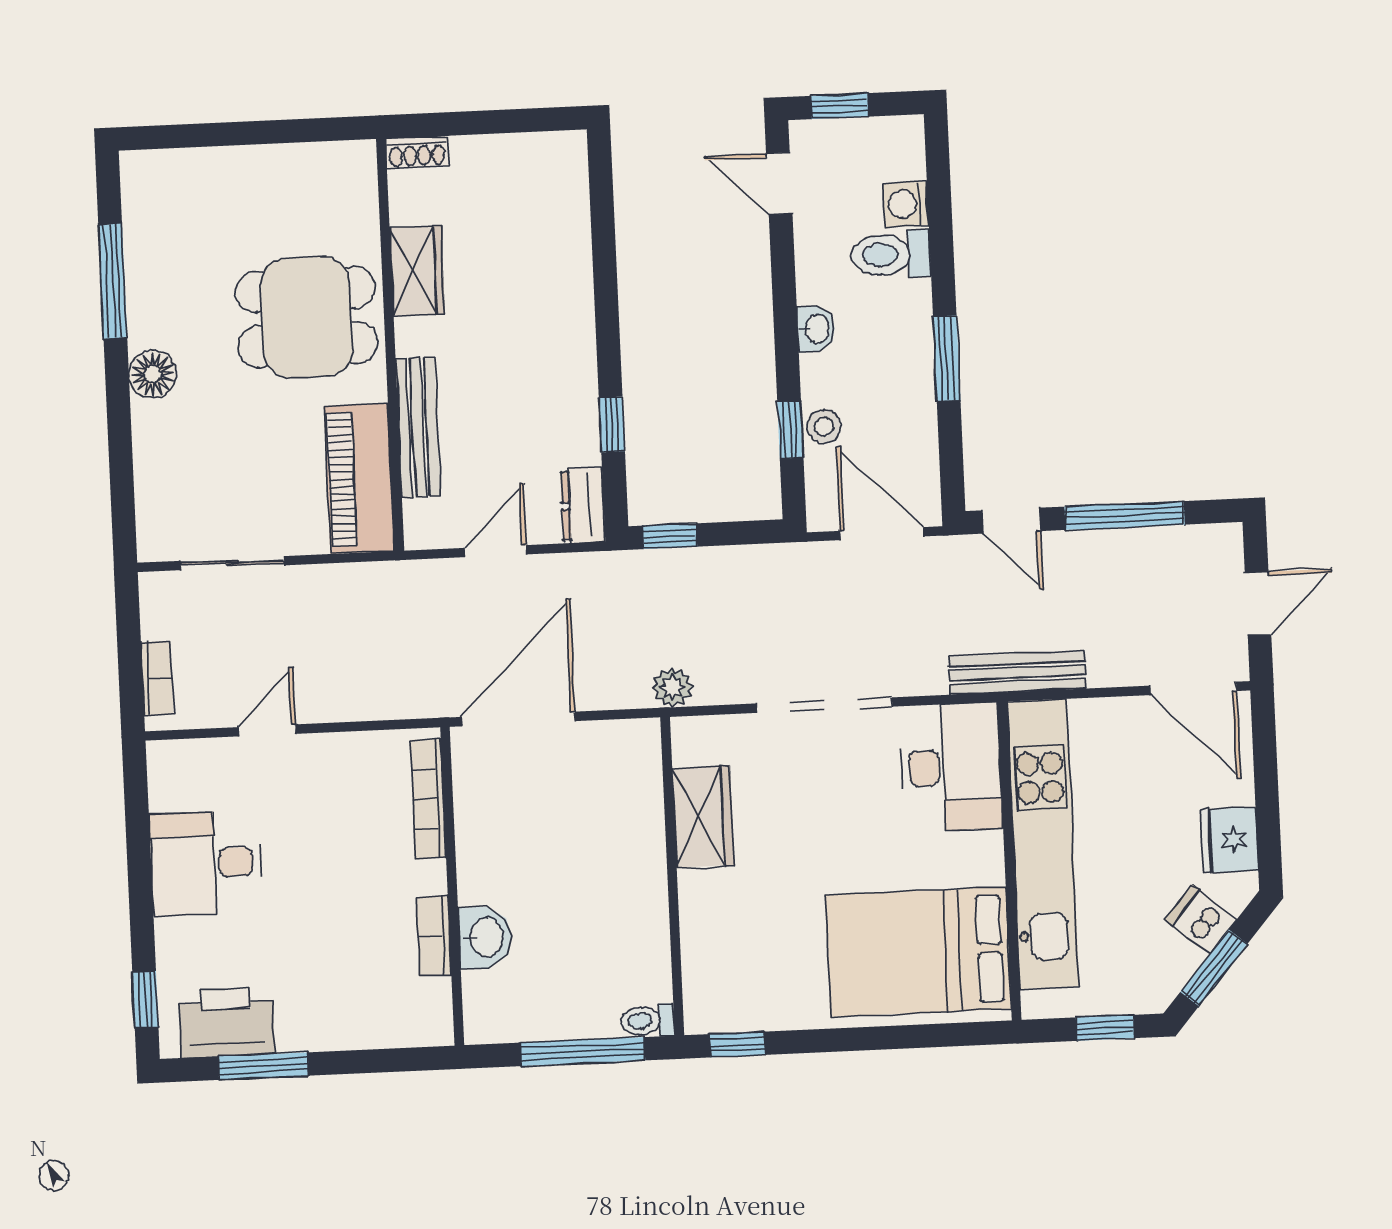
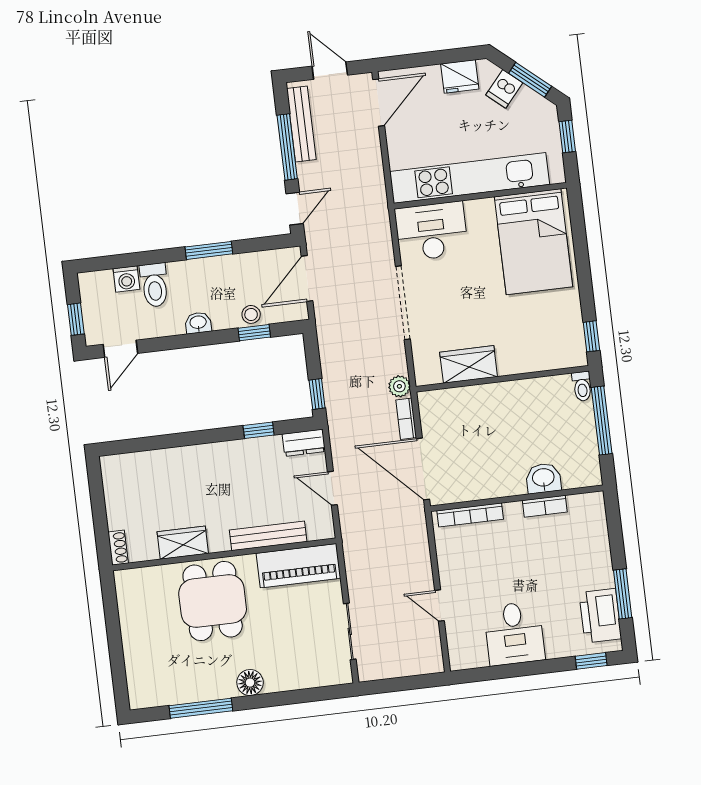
bench: (1017, 673) -> (301, 124), moved
bookcase: (157, 678) -> (406, 419), moved, turned -90

